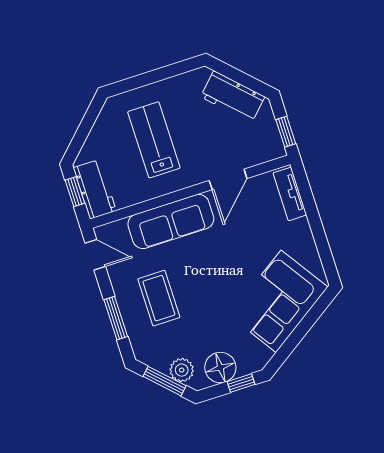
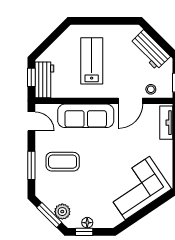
stool: (252, 153) -> (151, 89), added
coffee table: (159, 298) -> (63, 162), turned 90
floor lamp: (220, 368) -> (87, 223), width x0.53, depth x0.53
window: (241, 383) -> (84, 232), moved

